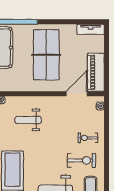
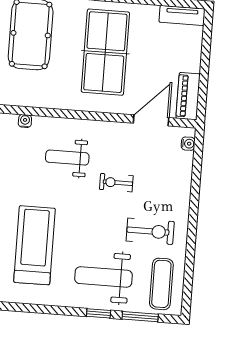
piano: (96, 72) -> (188, 96), width x0.73, depth x0.75
exercise bike: (88, 138) -> (116, 183), moved

